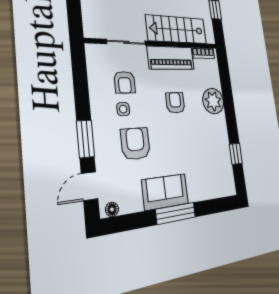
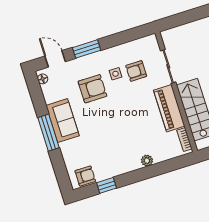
plant: (213, 101) -> (147, 161), width x0.53, depth x0.53
armchair: (175, 103) -> (85, 176), moved

